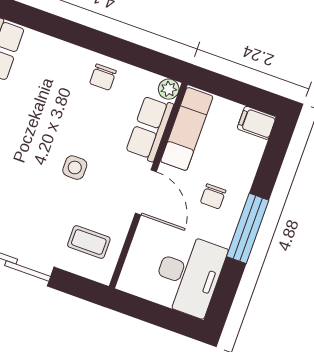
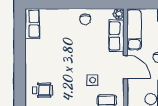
side table: (75, 168) -> (93, 80), moved

